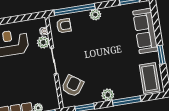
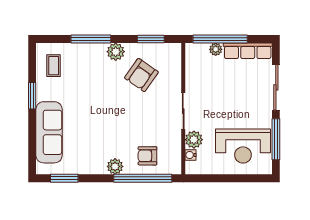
armchair: (64, 26) -> (147, 156), moved
coffee table: (150, 78) -> (54, 66), width x0.54, depth x0.58
armchair: (73, 86) -> (141, 75), moved

